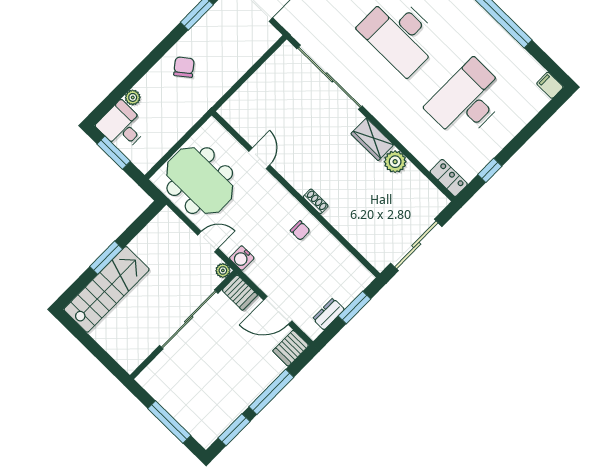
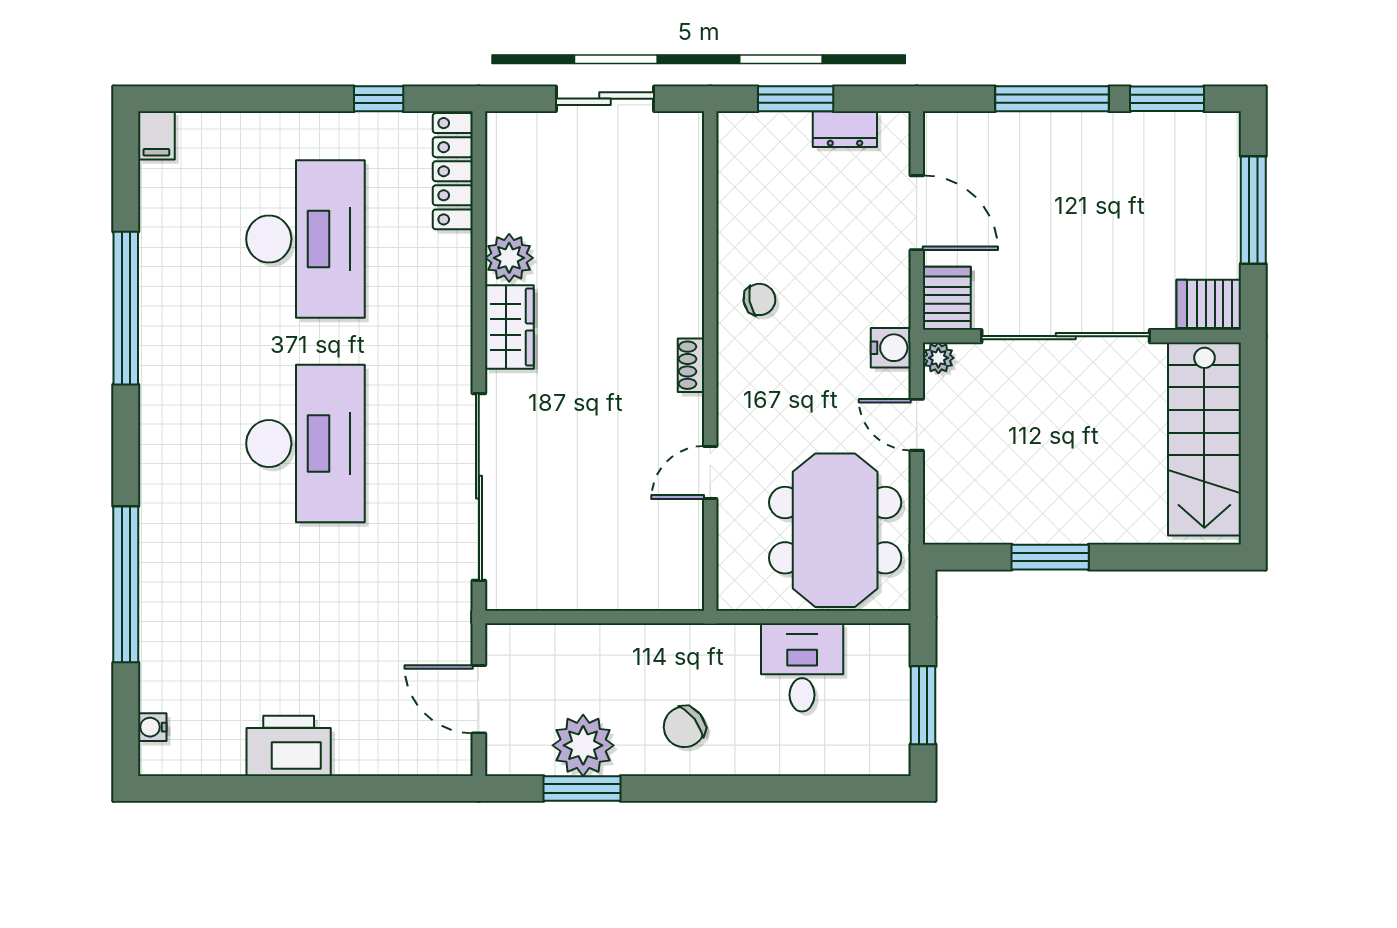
plant: (133, 97) -> (583, 745), moved, width x1.88, depth x1.88
desk: (467, 101) -> (305, 239), turned -90
desk: (122, 126) -> (802, 667), moved, turned 180
locker: (449, 178) -> (453, 171), width x1.53
shoe rack: (316, 201) -> (691, 365), moved
chair: (300, 231) -> (759, 299), turned 80
sliding door: (416, 245) -> (605, 99), width x0.73
window: (106, 258) -> (1050, 557), moved
stairs: (107, 289) -> (1204, 439), moved, turned -90
server rack: (291, 348) -> (1209, 304), moved, turned 180

